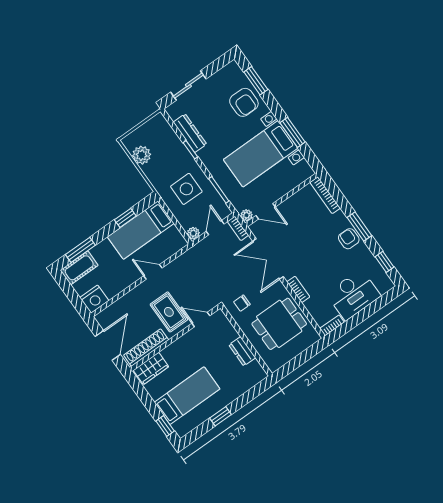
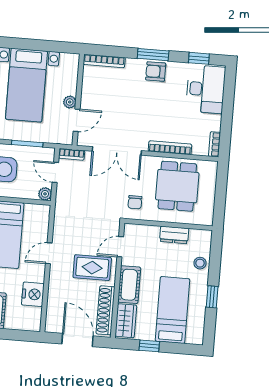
window: (292, 132) -> (31, 45), removed
plant: (246, 215) -> (70, 102), moved
bookcase: (298, 289) -> (170, 148), width x1.56
desk: (353, 295) -> (206, 89), moved
nightstand: (94, 299) -> (33, 294), moved
cot: (179, 349) -> (129, 285), added
stool: (238, 387) -> (200, 263), added
window: (165, 426) -> (149, 346), moved

